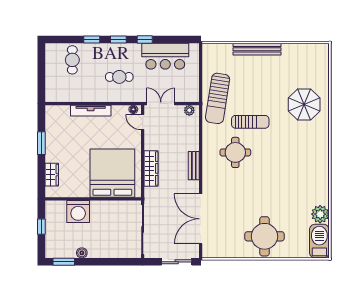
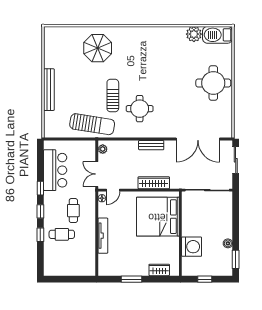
cafe table: (72, 60) -> (62, 234), moved

